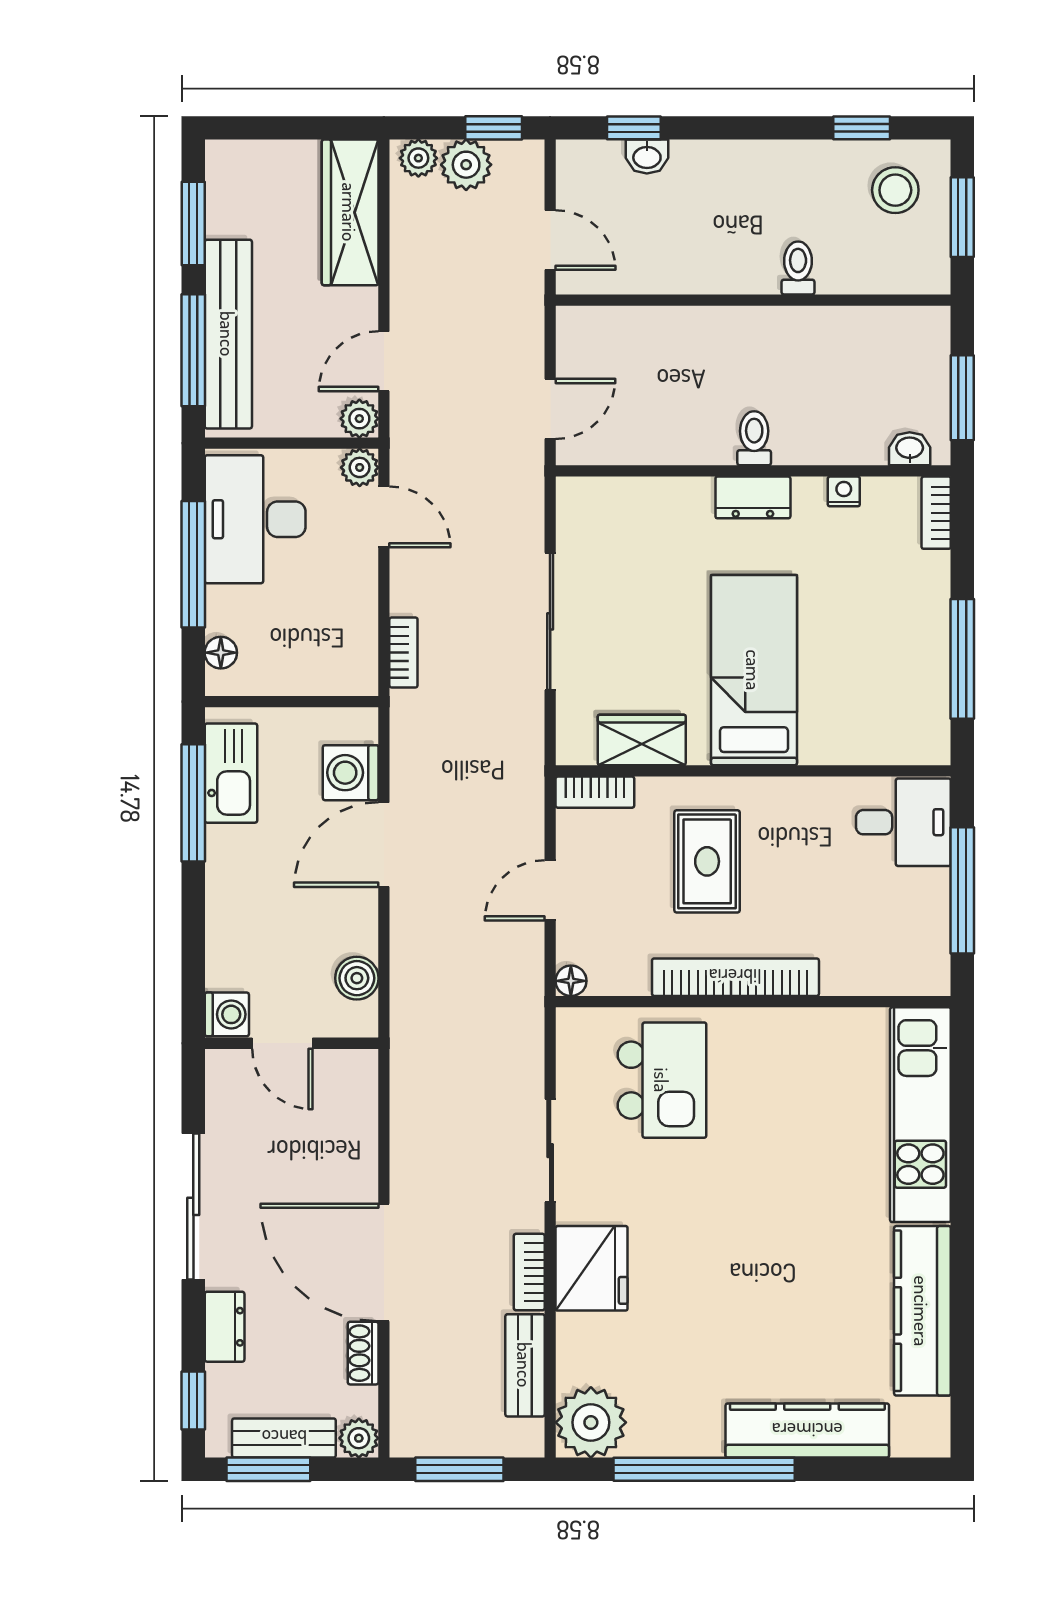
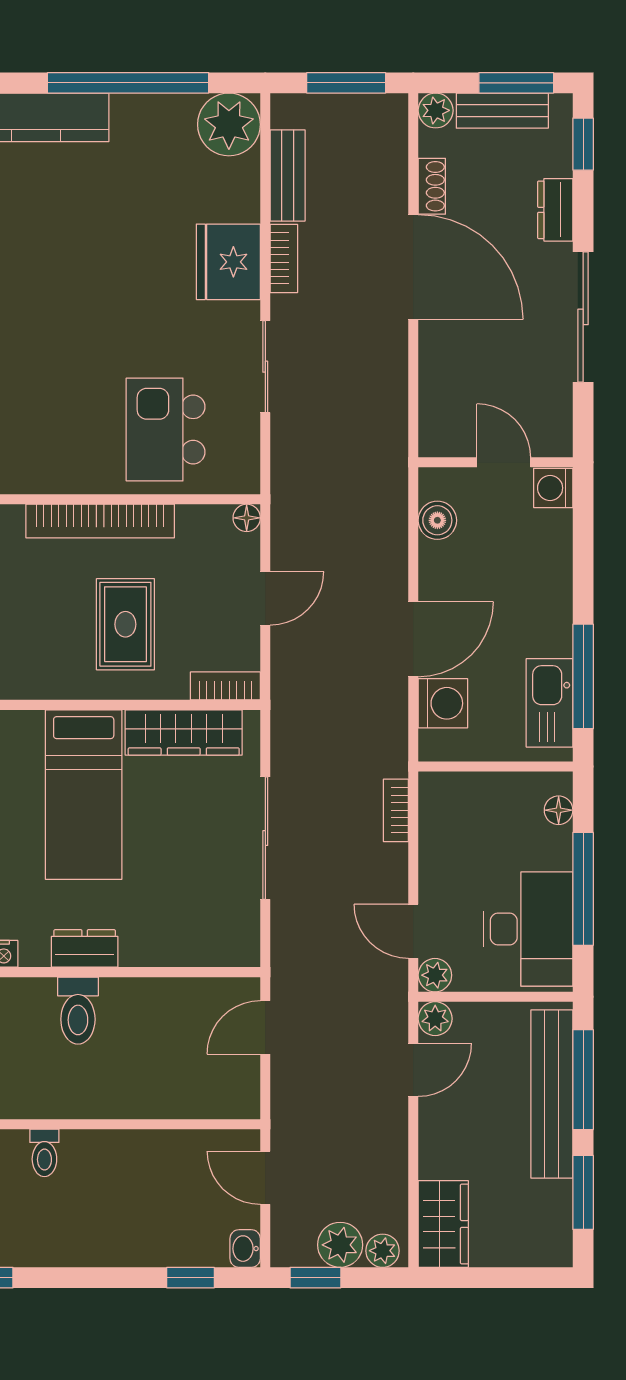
washbasin: (647, 156) -> (245, 1249), moved, turned -90
wardrobe: (350, 212) -> (443, 1224), width x0.67
toilet: (754, 438) -> (78, 1011), width x1.37, depth x1.39
wardrobe: (642, 740) -> (184, 732), width x1.50

